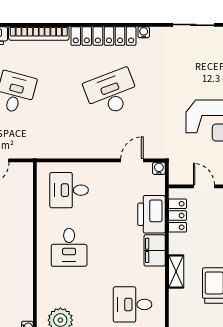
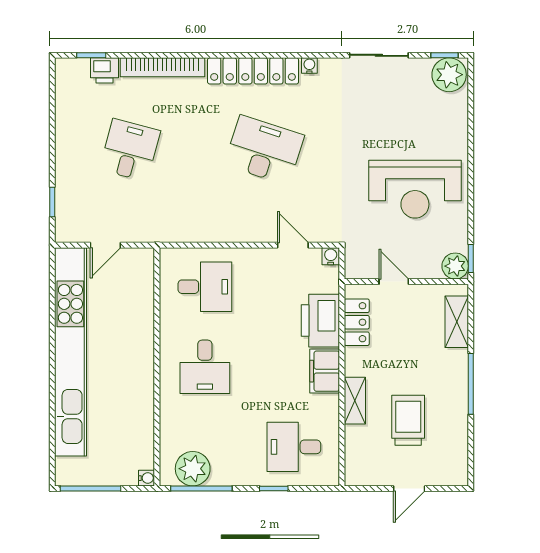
desk: (111, 93) -> (264, 150), turned 39
door: (132, 160) -> (293, 245), hinge flipped
desk: (69, 190) -> (205, 287), turned 180

